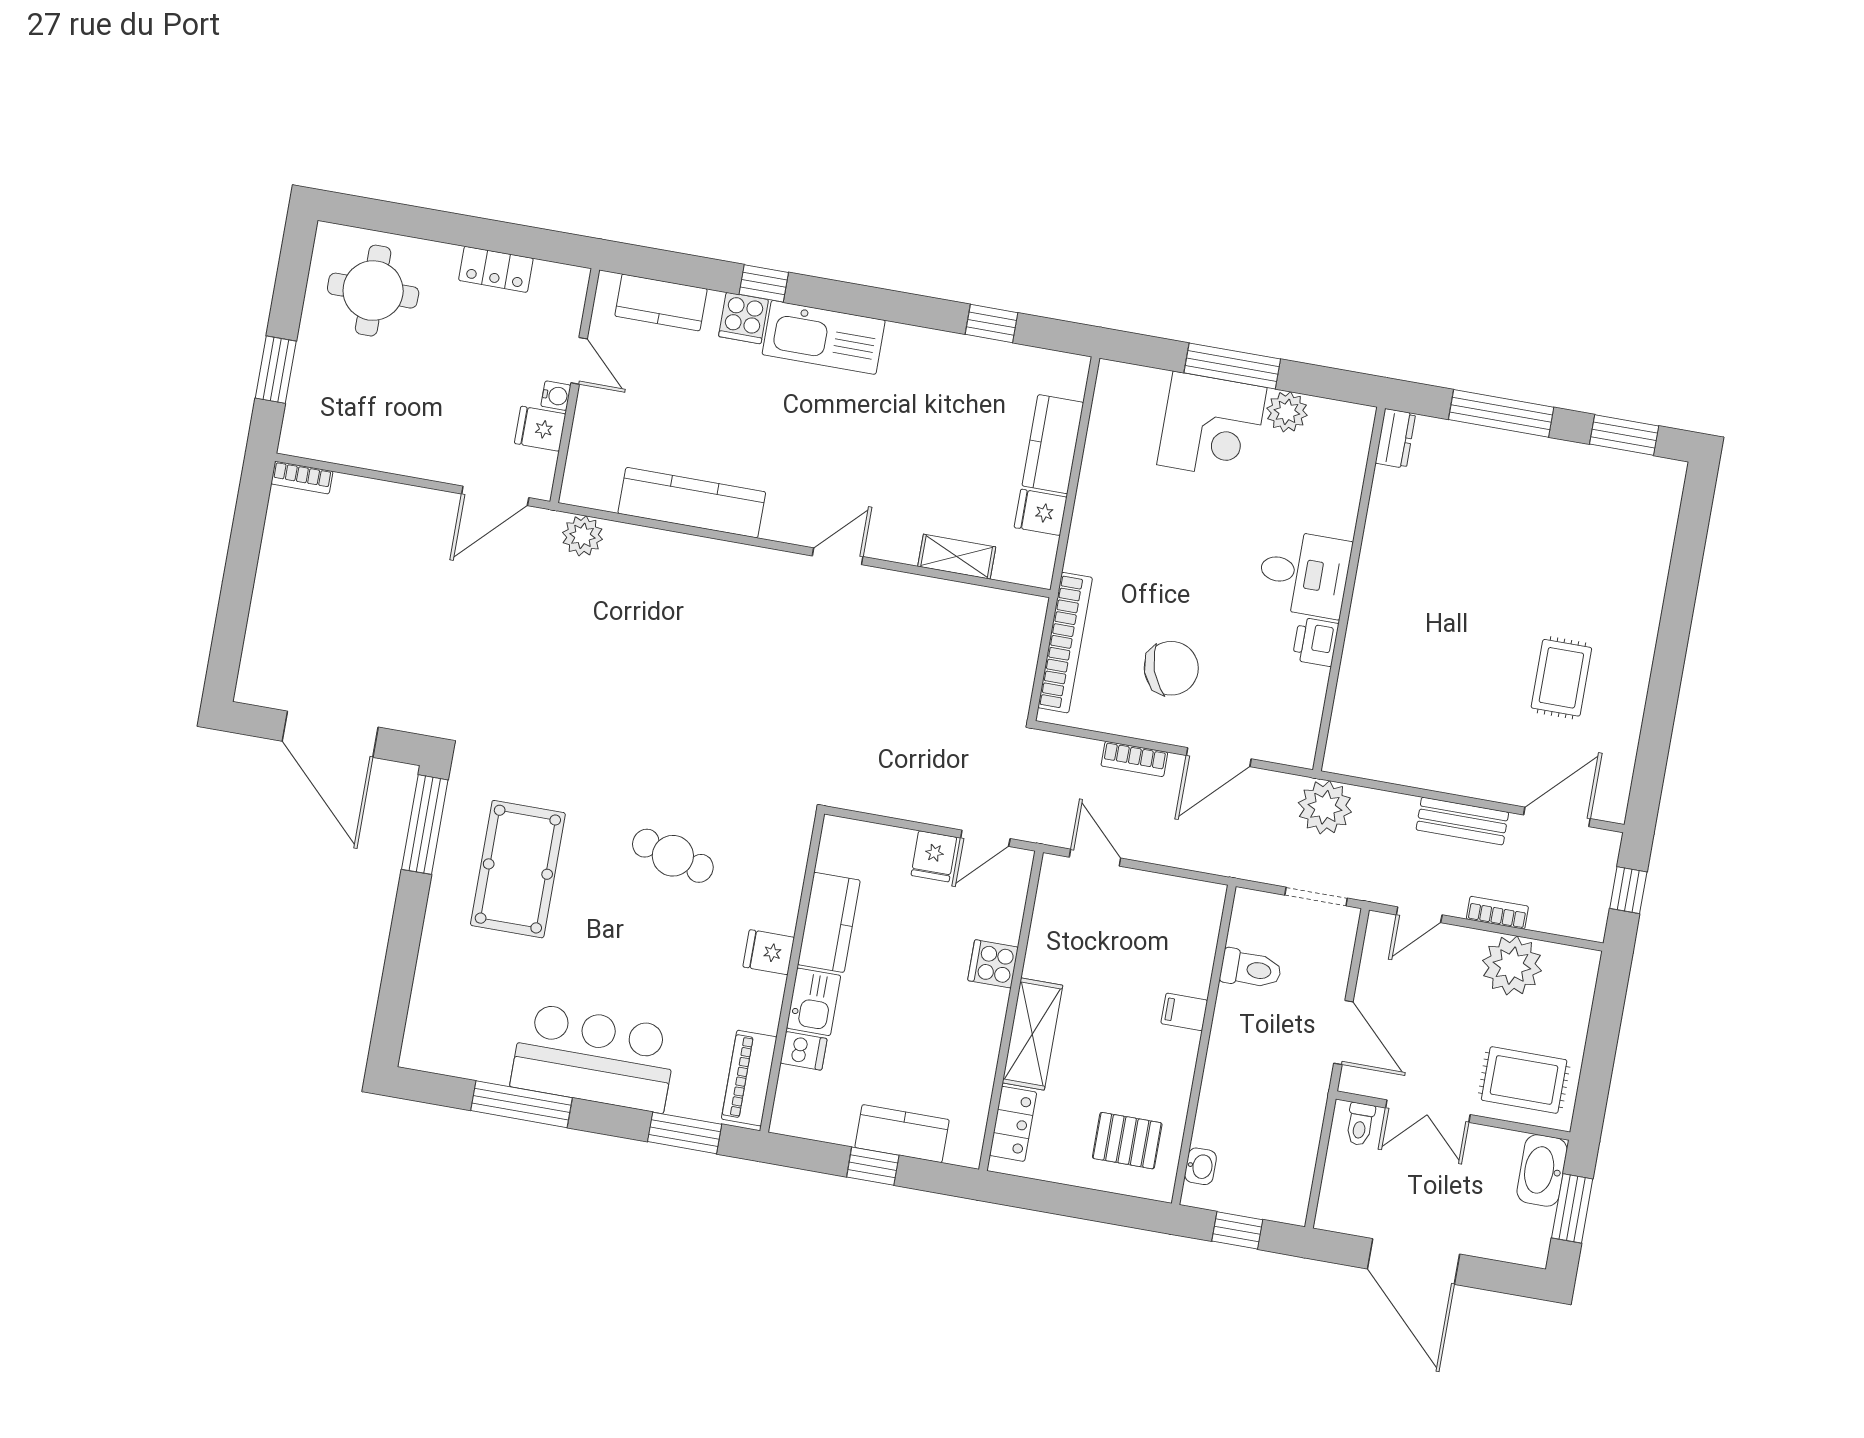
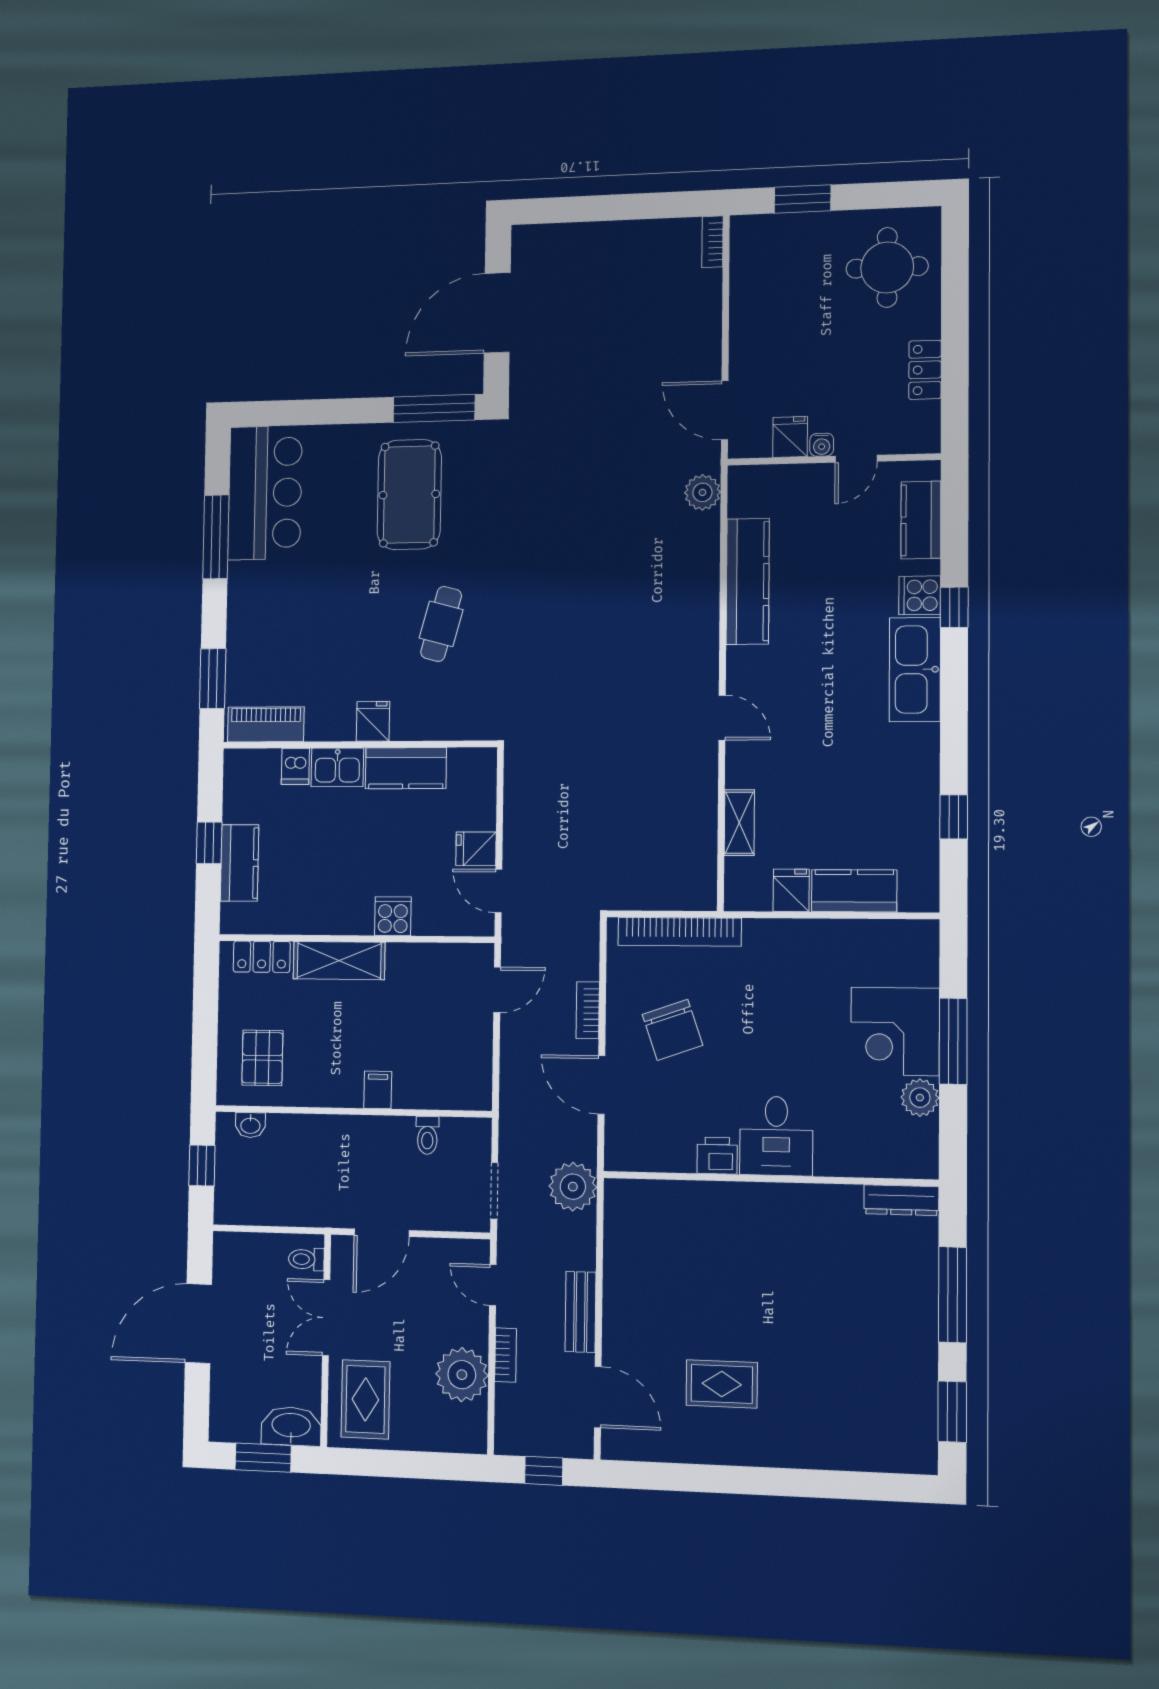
dresser: (1395, 438) -> (901, 1200), width x1.44
pool table: (518, 869) -> (409, 495), turned 90
toilet: (1251, 969) -> (427, 1135), width x0.73, depth x0.72
bar counter: (594, 1058) -> (265, 493), moved

